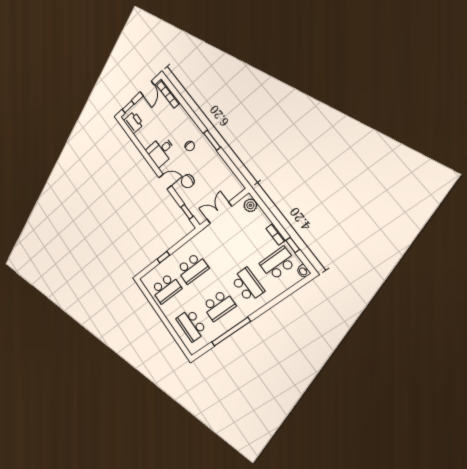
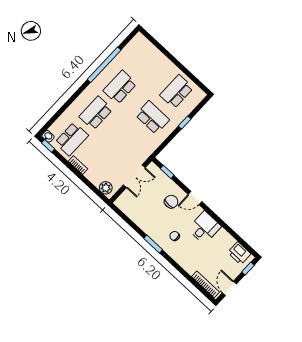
window: (293, 245) -> (48, 146), moved
school desk: (192, 268) -> (152, 117), turned 90
school desk: (248, 285) -> (96, 113), turned 90
school desk: (191, 325) -> (144, 61), removed

